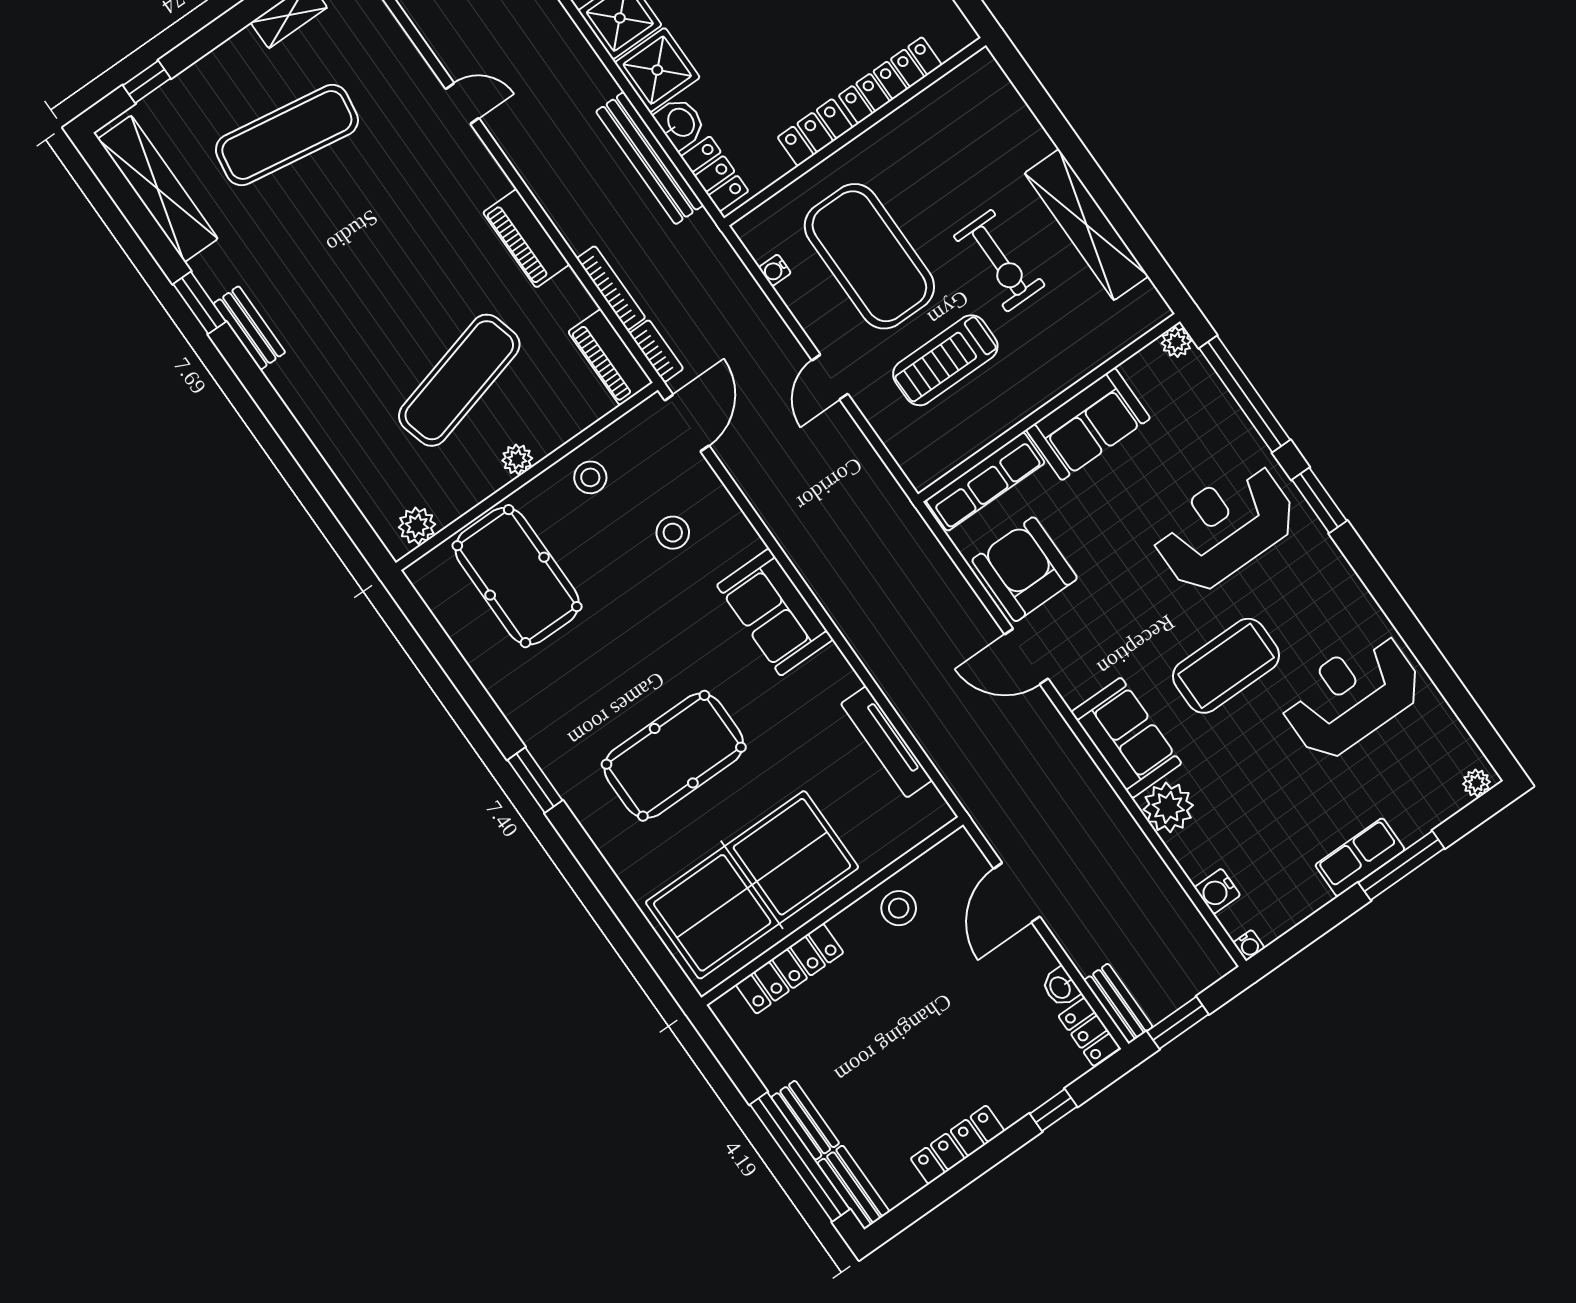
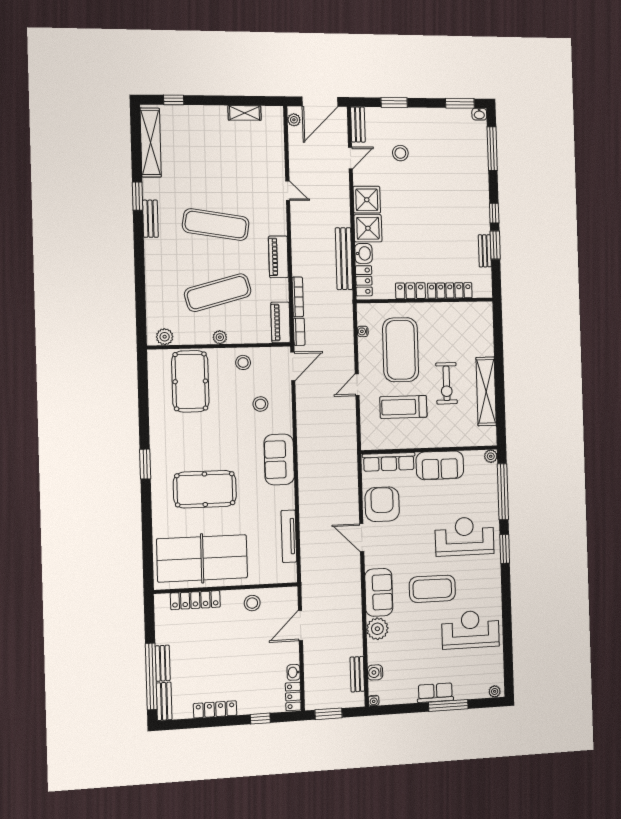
exercise mat: (287, 135) -> (216, 225), moved
bench: (1118, 1004) -> (357, 674), moved

